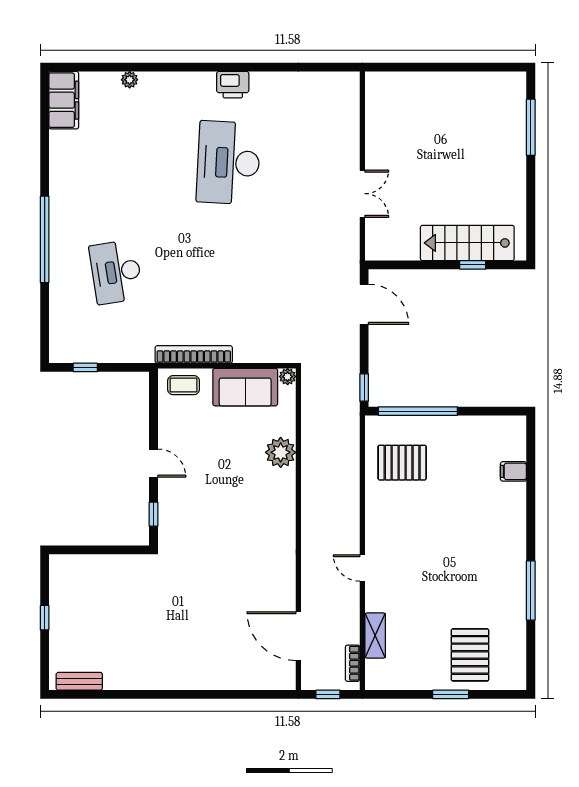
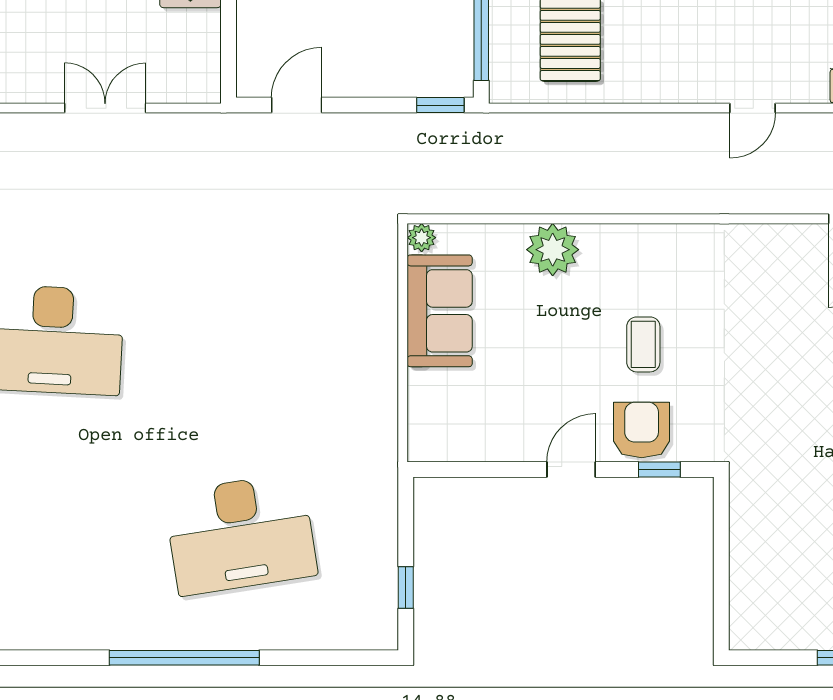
desk: (116, 272) -> (241, 534), width x1.36, depth x1.30
door: (364, 304) -> (297, 105), width x0.73
bookcase: (194, 354) -> (383, 400), removed
coffee table: (184, 385) -> (643, 344), moved
armchair: (176, 504) -> (642, 430), added

